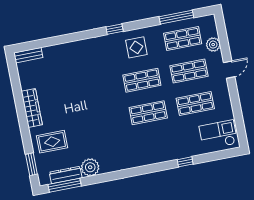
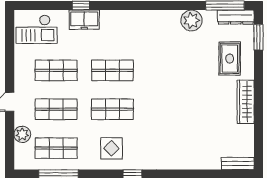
rug: (52, 142) -> (230, 59), turned 90
freezer: (180, 151) -> (84, 20), added
dresser: (66, 175) -> (236, 17), moved

